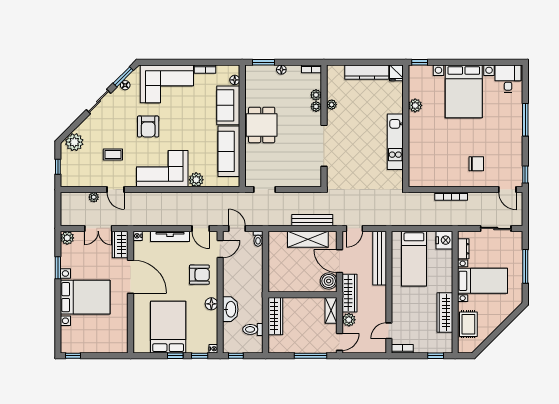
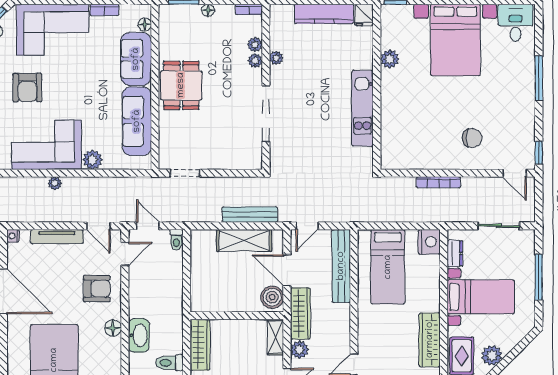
plant: (168, 197) -> (55, 183), added
plant: (491, 324) -> (492, 356), added

